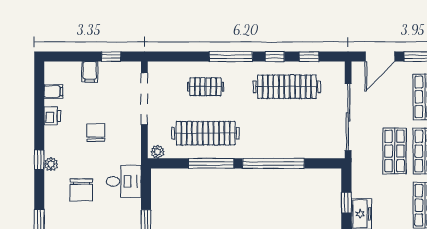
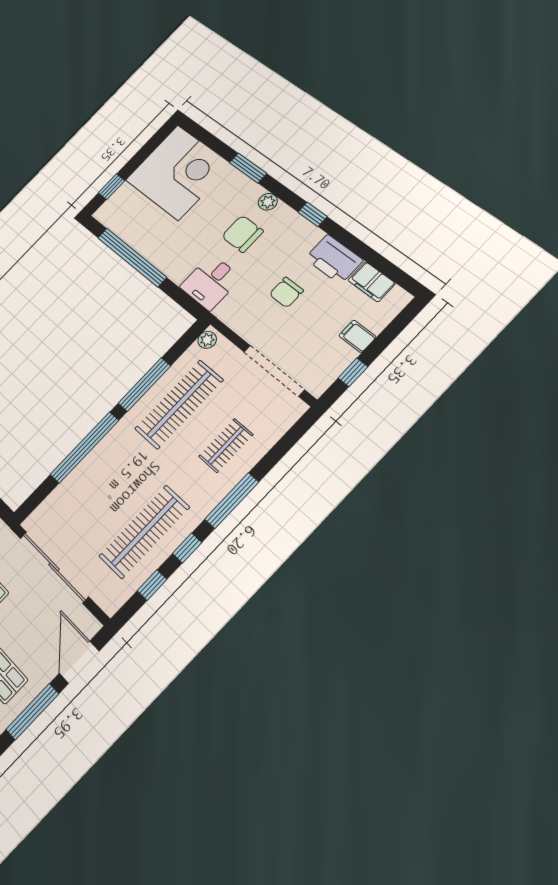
filing cabinet: (53, 92) -> (372, 282), width x2.00
printer: (52, 116) -> (334, 259), width x1.87, depth x1.48
chair: (96, 133) -> (286, 292), turned 90
plant: (51, 164) -> (268, 202), moved

